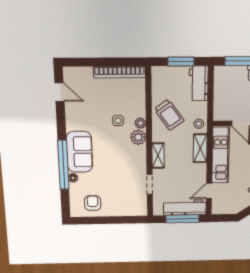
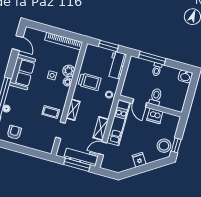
trolley: (169, 115) -> (90, 82), turned -55
plant: (138, 137) -> (69, 71), moved
shelving: (200, 148) -> (101, 129), moved
sofa: (79, 152) -> (22, 72), moved
coffee table: (131, 166) -> (51, 112), added

